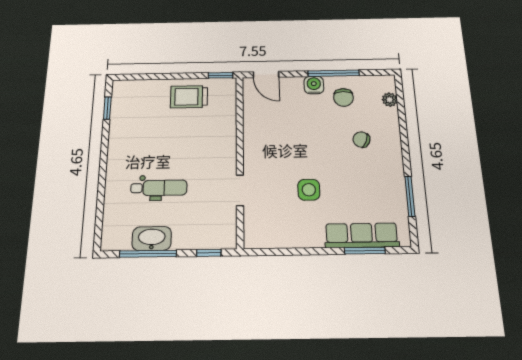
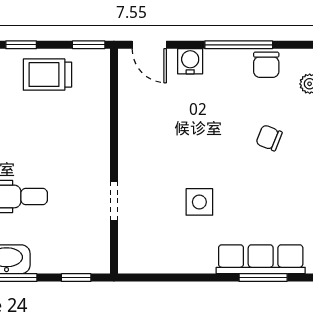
window: (170, 76) -> (21, 45), added
water cooler: (314, 85) -> (190, 61), moved
chair: (343, 97) -> (266, 65), moved

